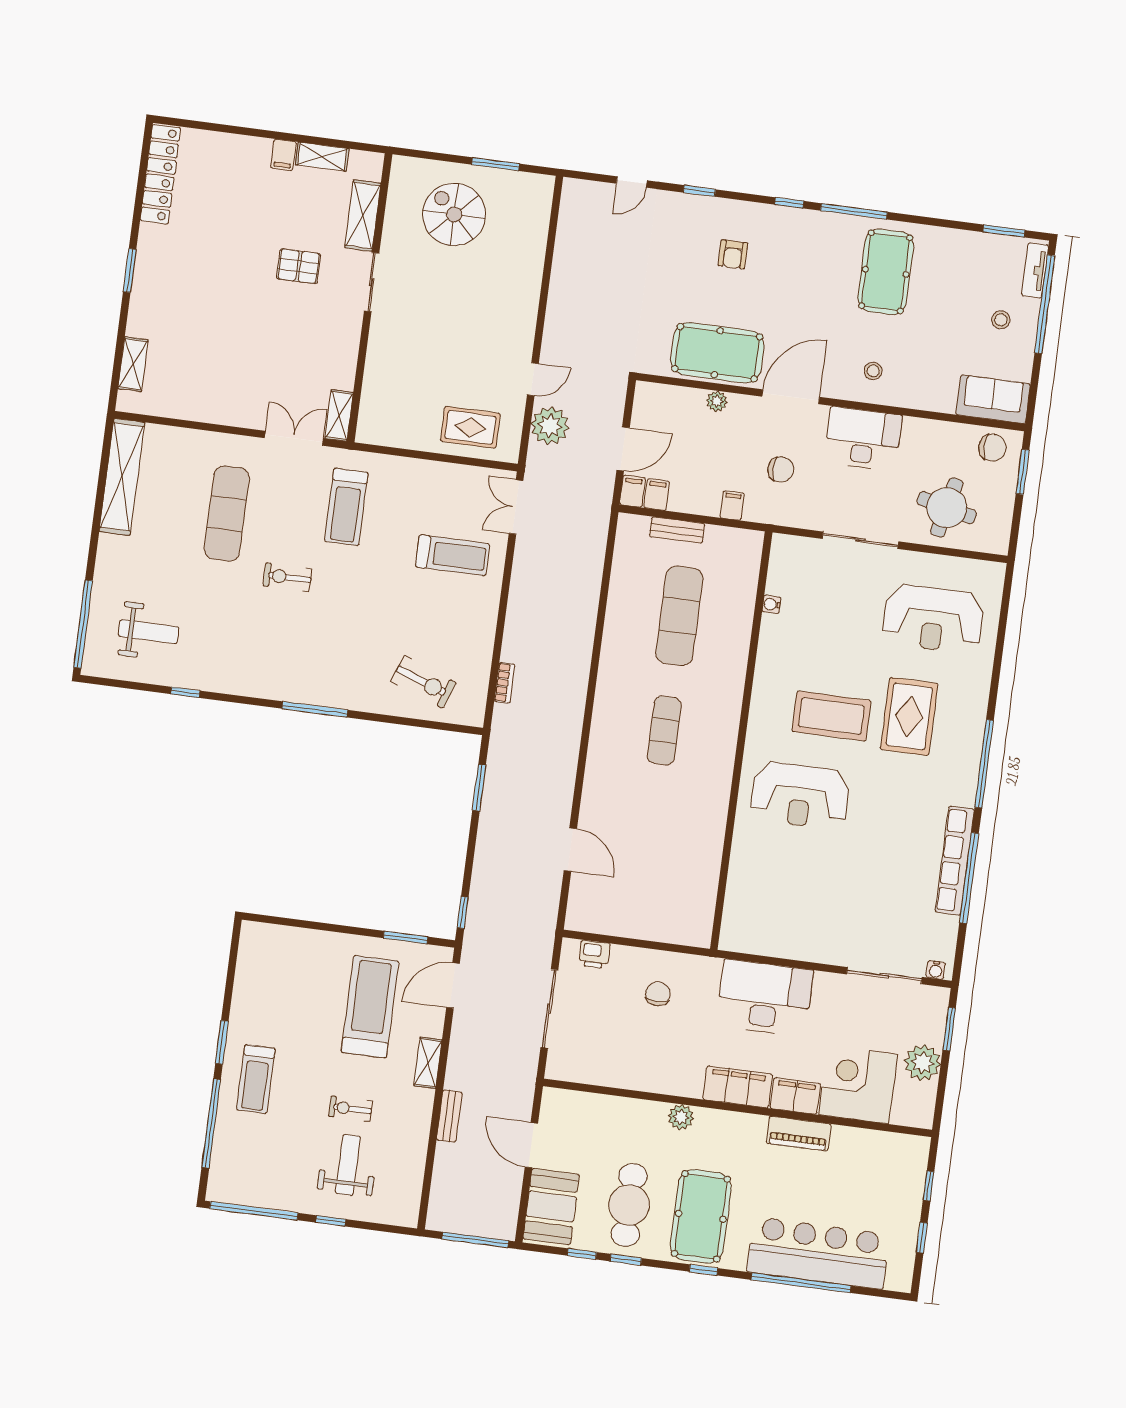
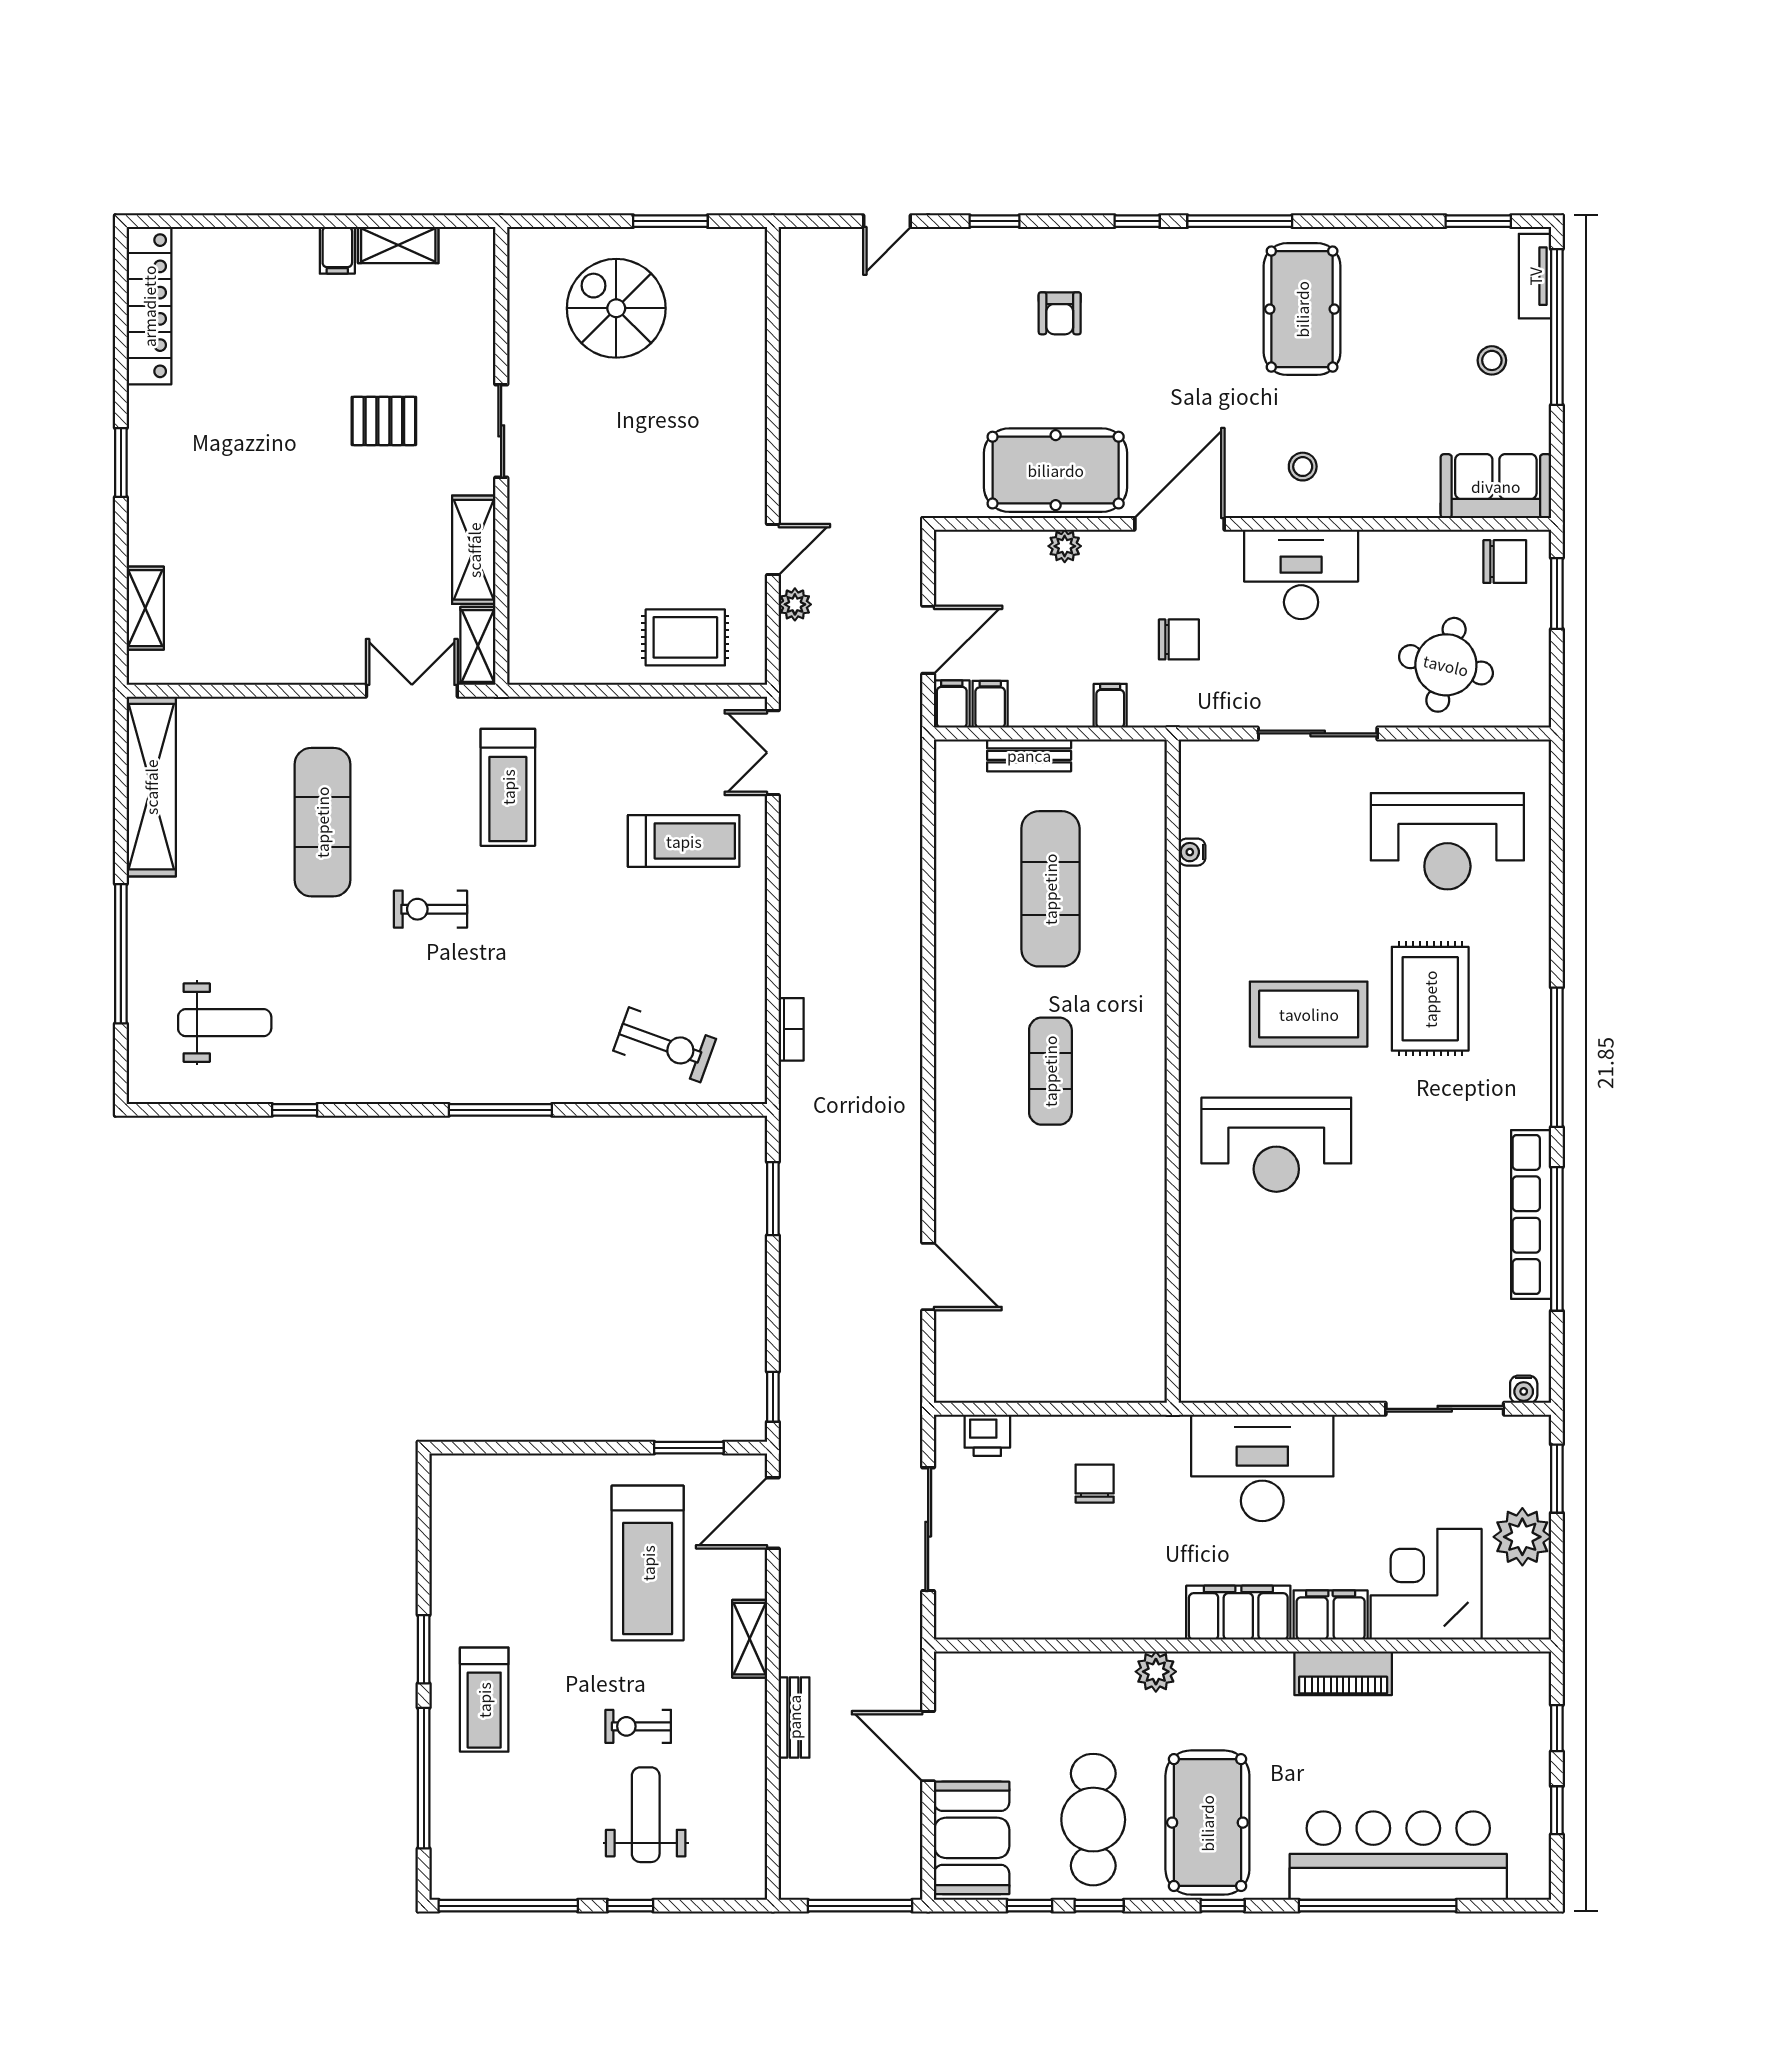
shelving: (363, 215) -> (474, 550), moved
plant: (550, 426) -> (795, 604), width x0.53, depth x0.53
window: (83, 624) -> (121, 954), moved
treadmill: (370, 1007) -> (648, 1563), turned 180

